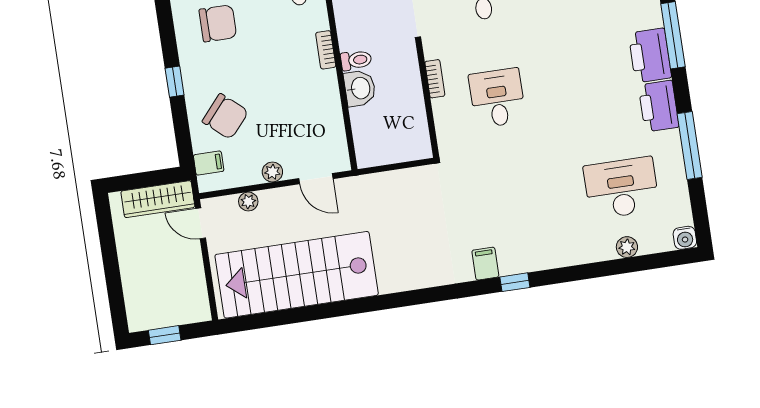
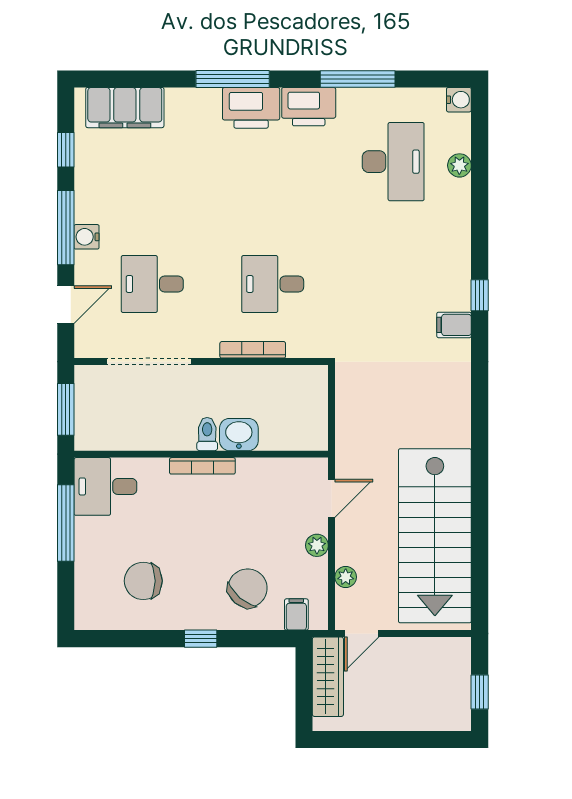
chair: (218, 23) -> (143, 581), turned -90
bookcase: (326, 50) -> (202, 466), width x1.56
bookcase: (435, 79) -> (253, 350), width x1.56
desk: (621, 188) -> (393, 162), turned 180

